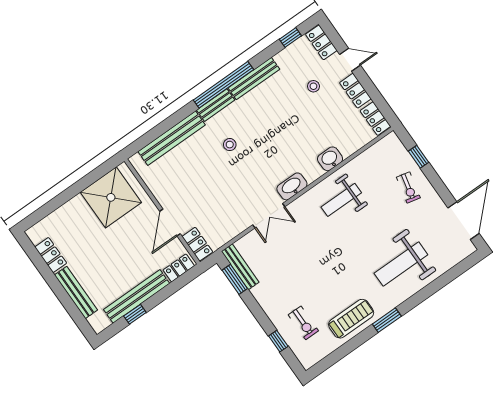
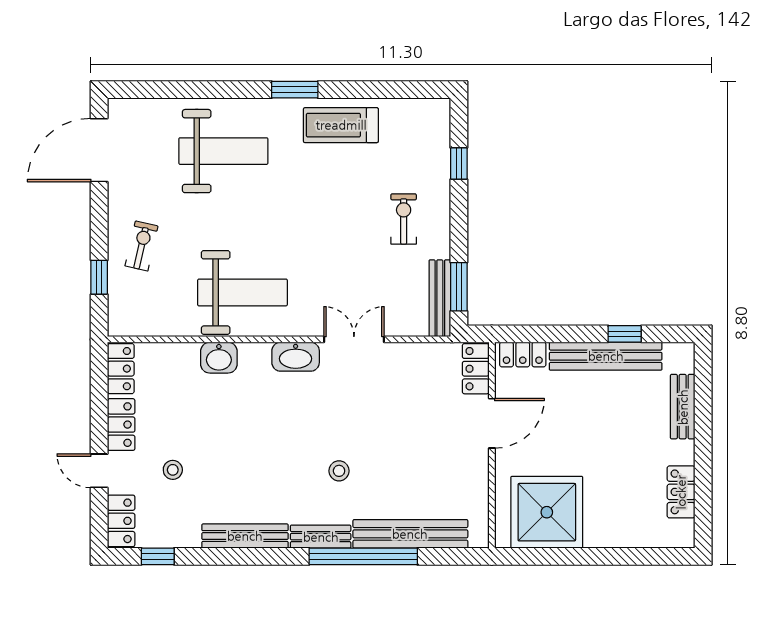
window: (223, 85) -> (363, 556), moved
weight bench: (341, 200) -> (242, 292), width x1.36, depth x1.33
bench: (76, 293) -> (683, 407), width x0.73
exercise bike: (303, 323) -> (404, 219), moved

